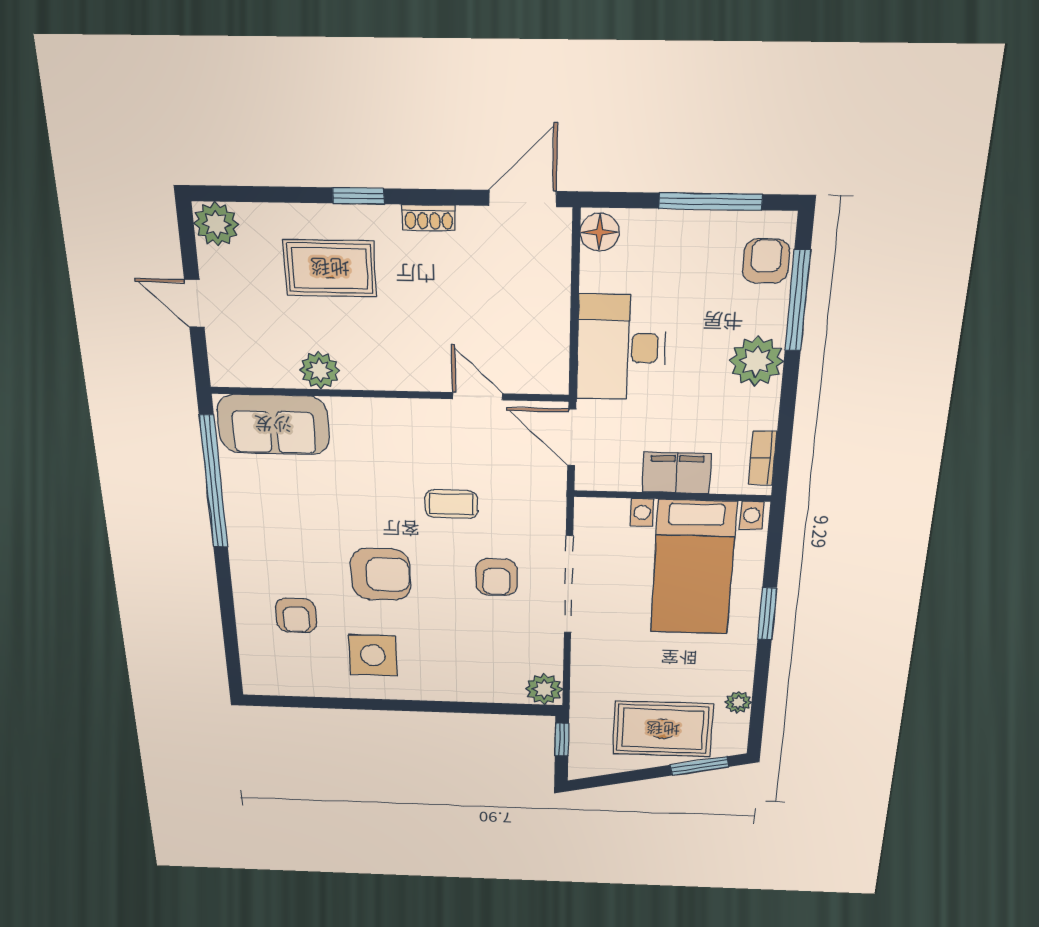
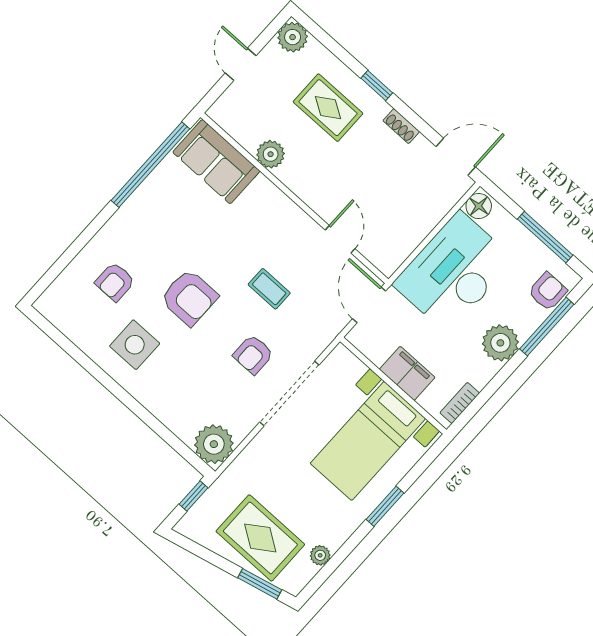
desk: (621, 348) -> (454, 272), width x1.36, depth x1.30
plant: (544, 689) -> (214, 444), width x1.36, depth x1.36

